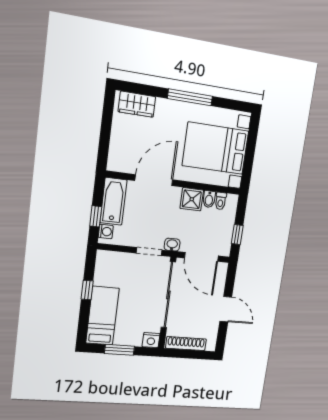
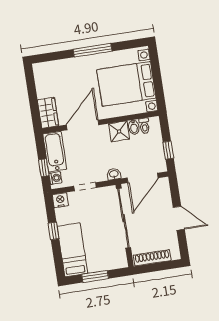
wardrobe: (137, 104) -> (48, 113), moved, turned -90
doorway: (149, 252) -> (85, 187), moved
door: (201, 257) -> (143, 178), hinge flipped
nightstand: (151, 340) -> (60, 200), moved, turned 180

